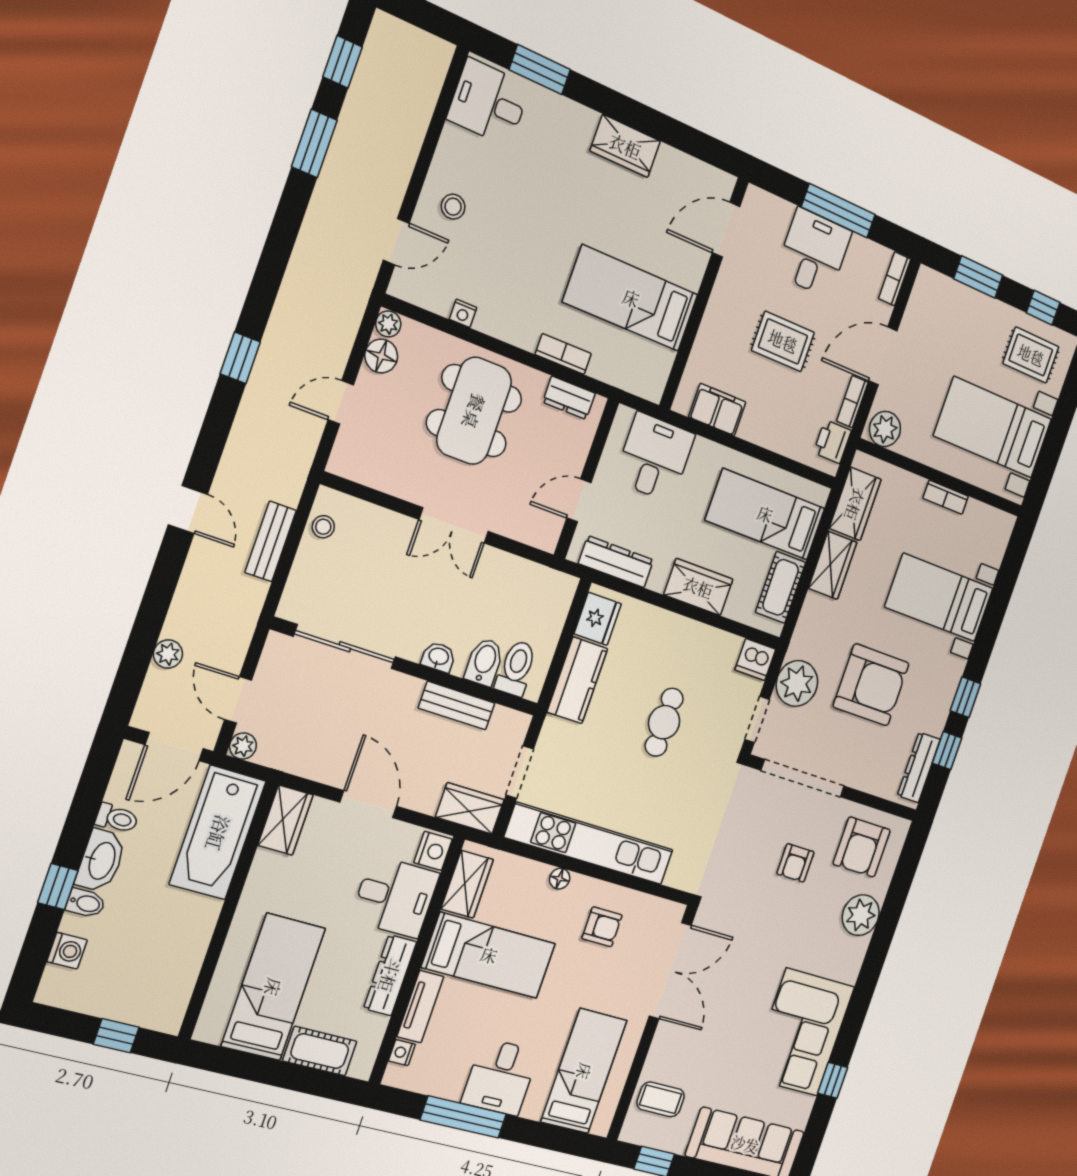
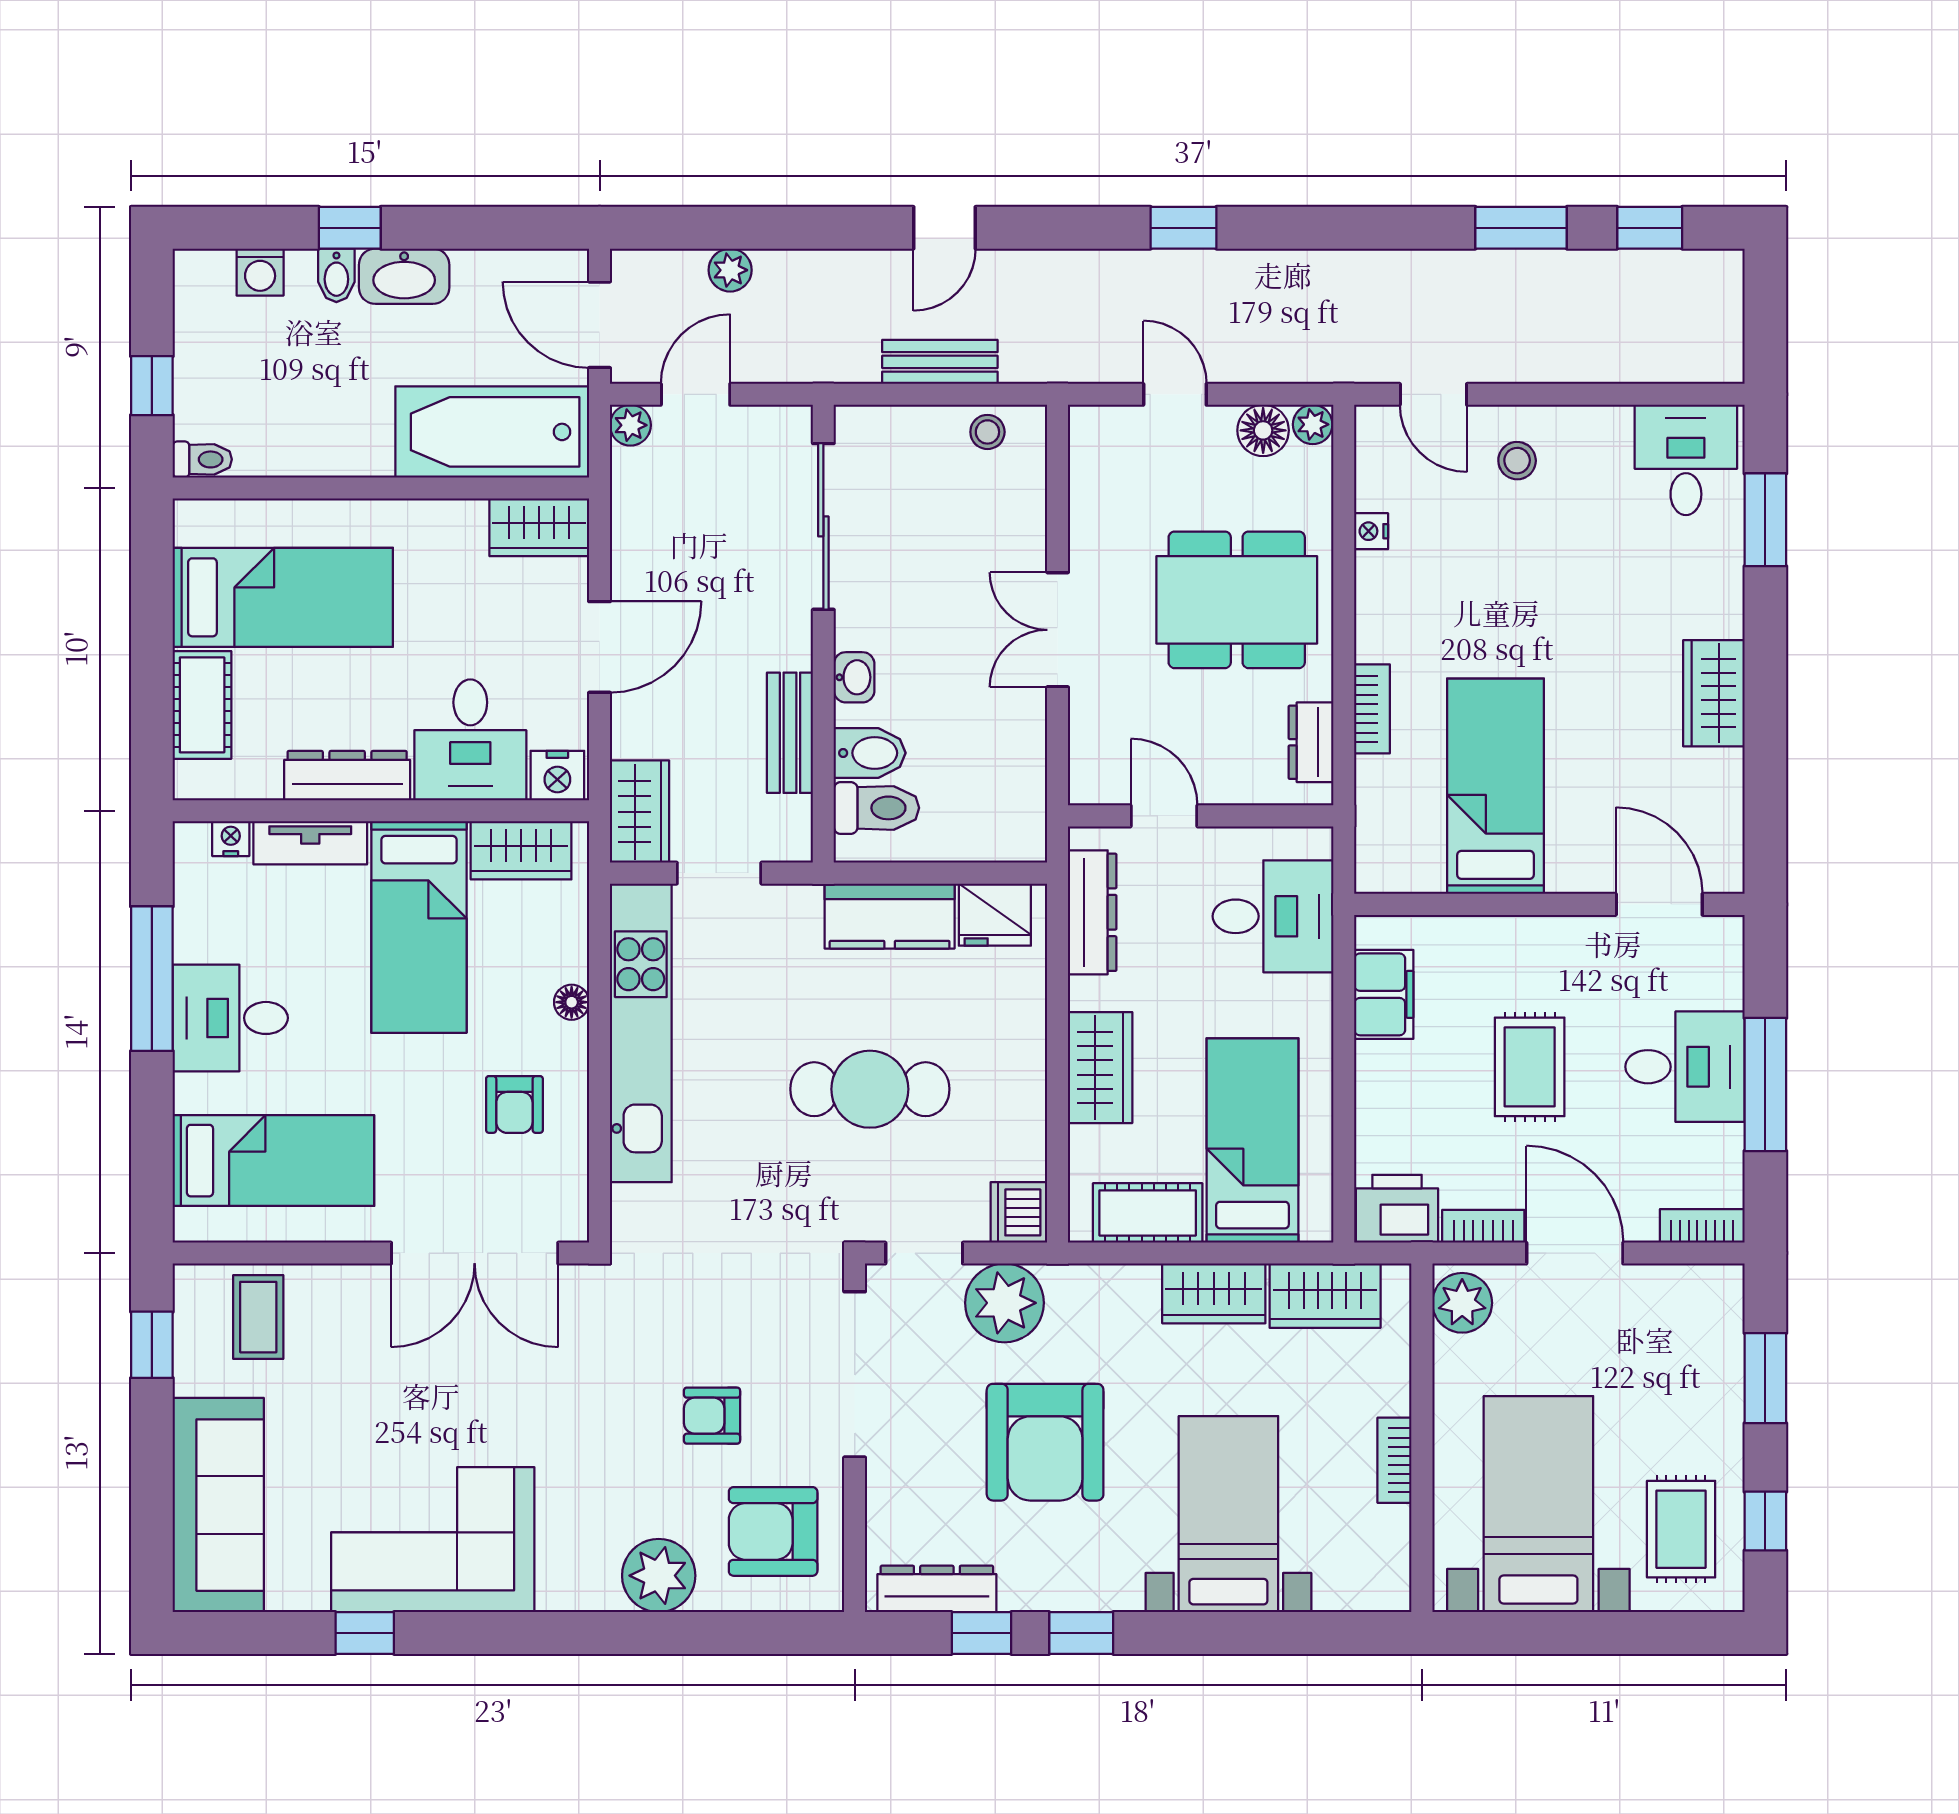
printer: (832, 442) -> (1397, 1209), width x1.36, depth x1.24
cafe table: (664, 722) -> (870, 1089), width x1.37, depth x1.35
toilet: (117, 818) -> (202, 459), moved, turned -90

